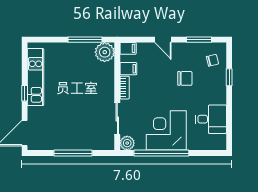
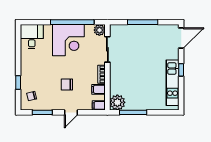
door: (163, 40) -> (71, 112), swing flipped
chair: (185, 78) -> (67, 84), moved
desk: (211, 119) -> (32, 37), moved, turned 90

